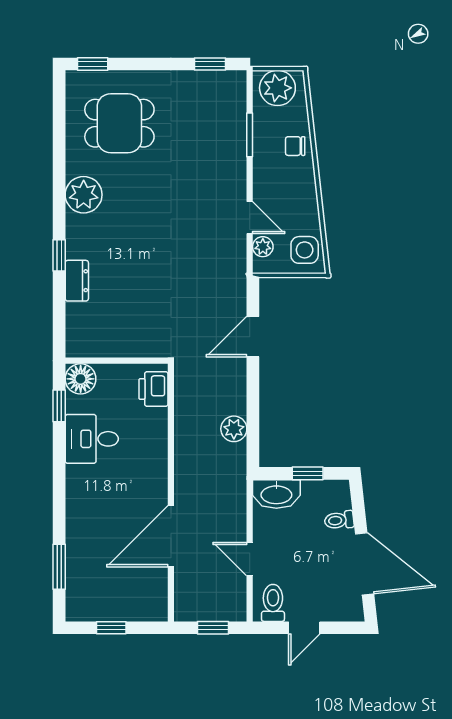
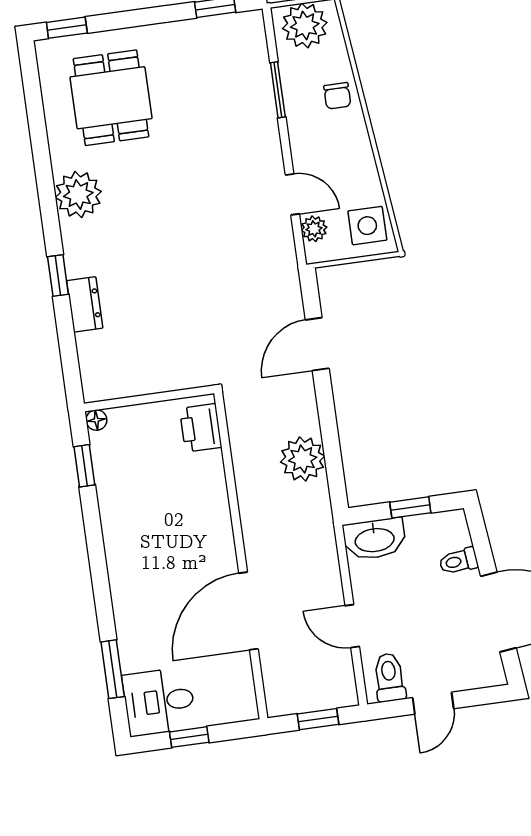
dining table: (119, 123) -> (111, 98), turned 90
chair: (295, 146) -> (337, 96), turned -90
floor lamp: (81, 379) -> (96, 420), width x0.53, depth x0.53
plant: (234, 429) -> (303, 459), width x1.36, depth x1.36
desk: (92, 439) -> (159, 702), moved

